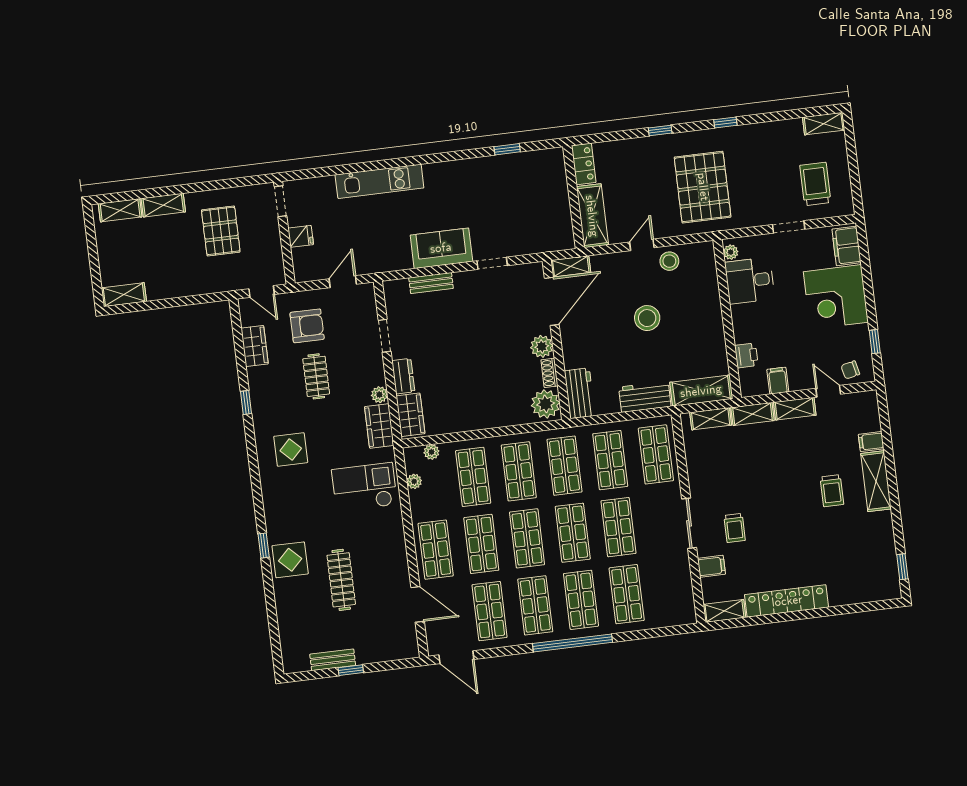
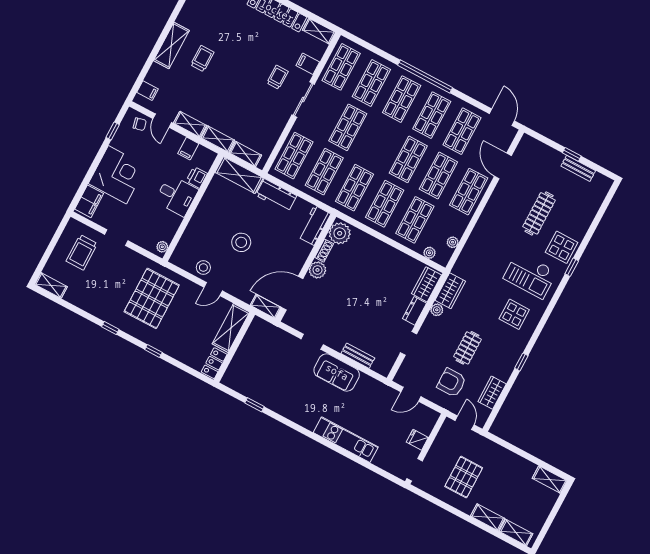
desk: (750, 281) -> (177, 196), moved
filing cabinet: (871, 442) -> (147, 91), moved
checkout: (364, 487) -> (530, 275), moved
shop shelf: (573, 533) -> (341, 67), moved

